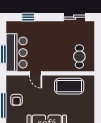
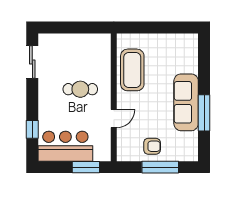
bar counter: (16, 53) -> (65, 146), moved
cafe table: (79, 56) -> (80, 89), moved

